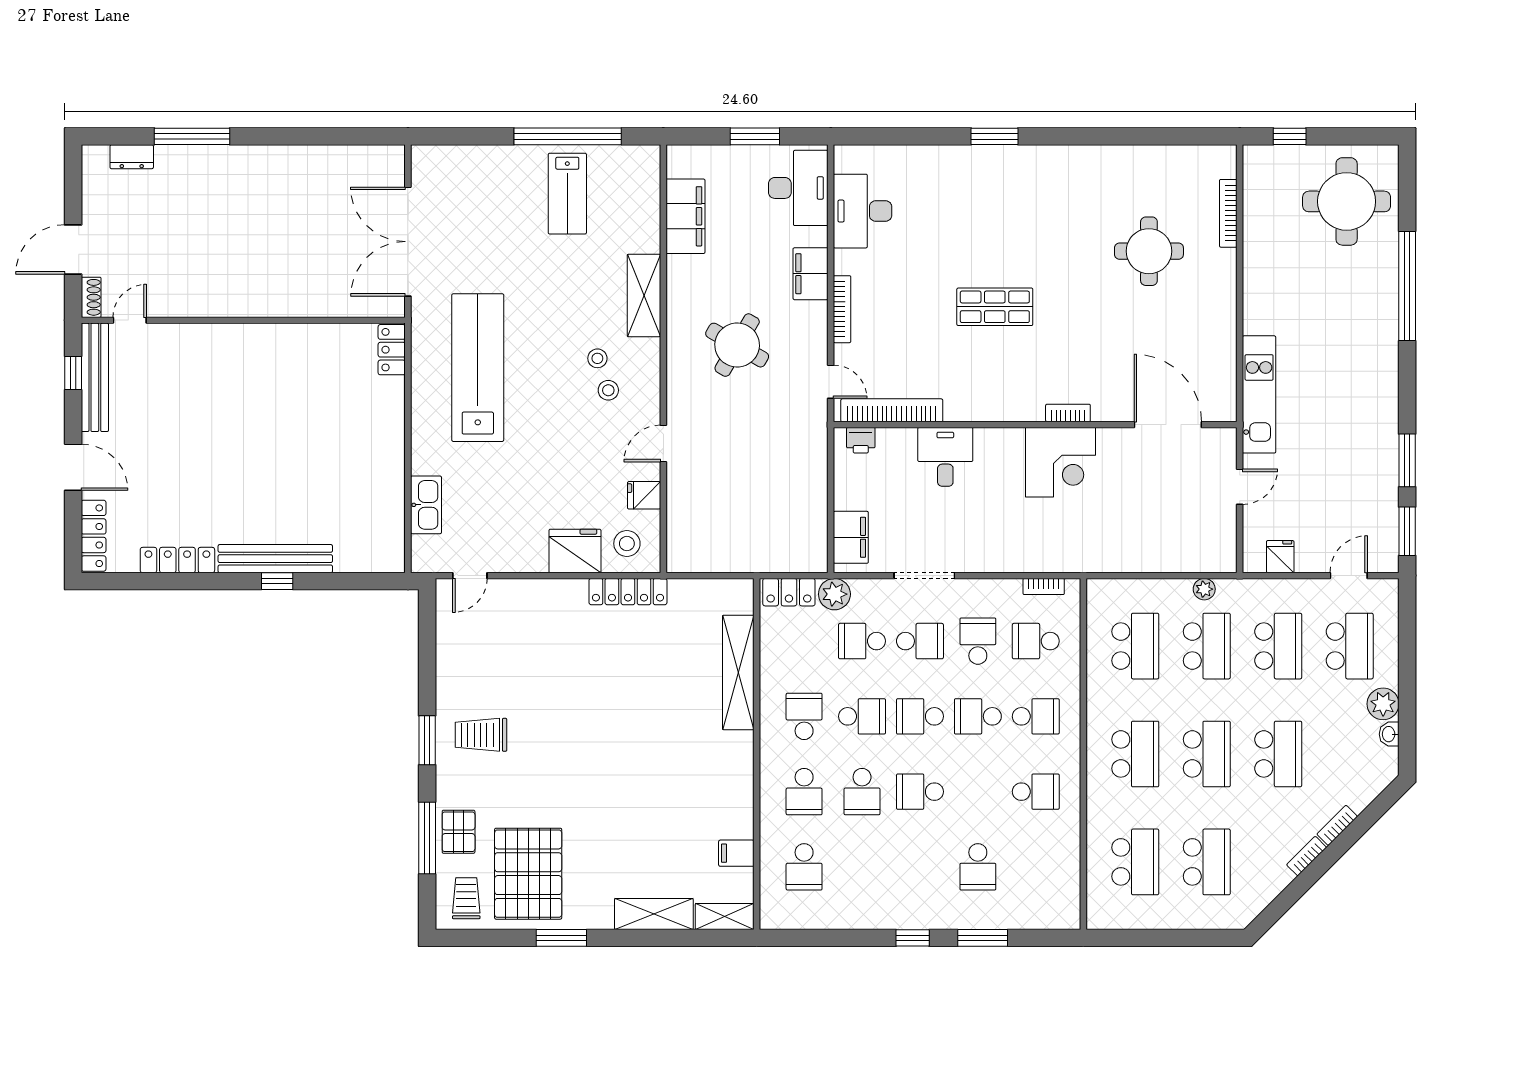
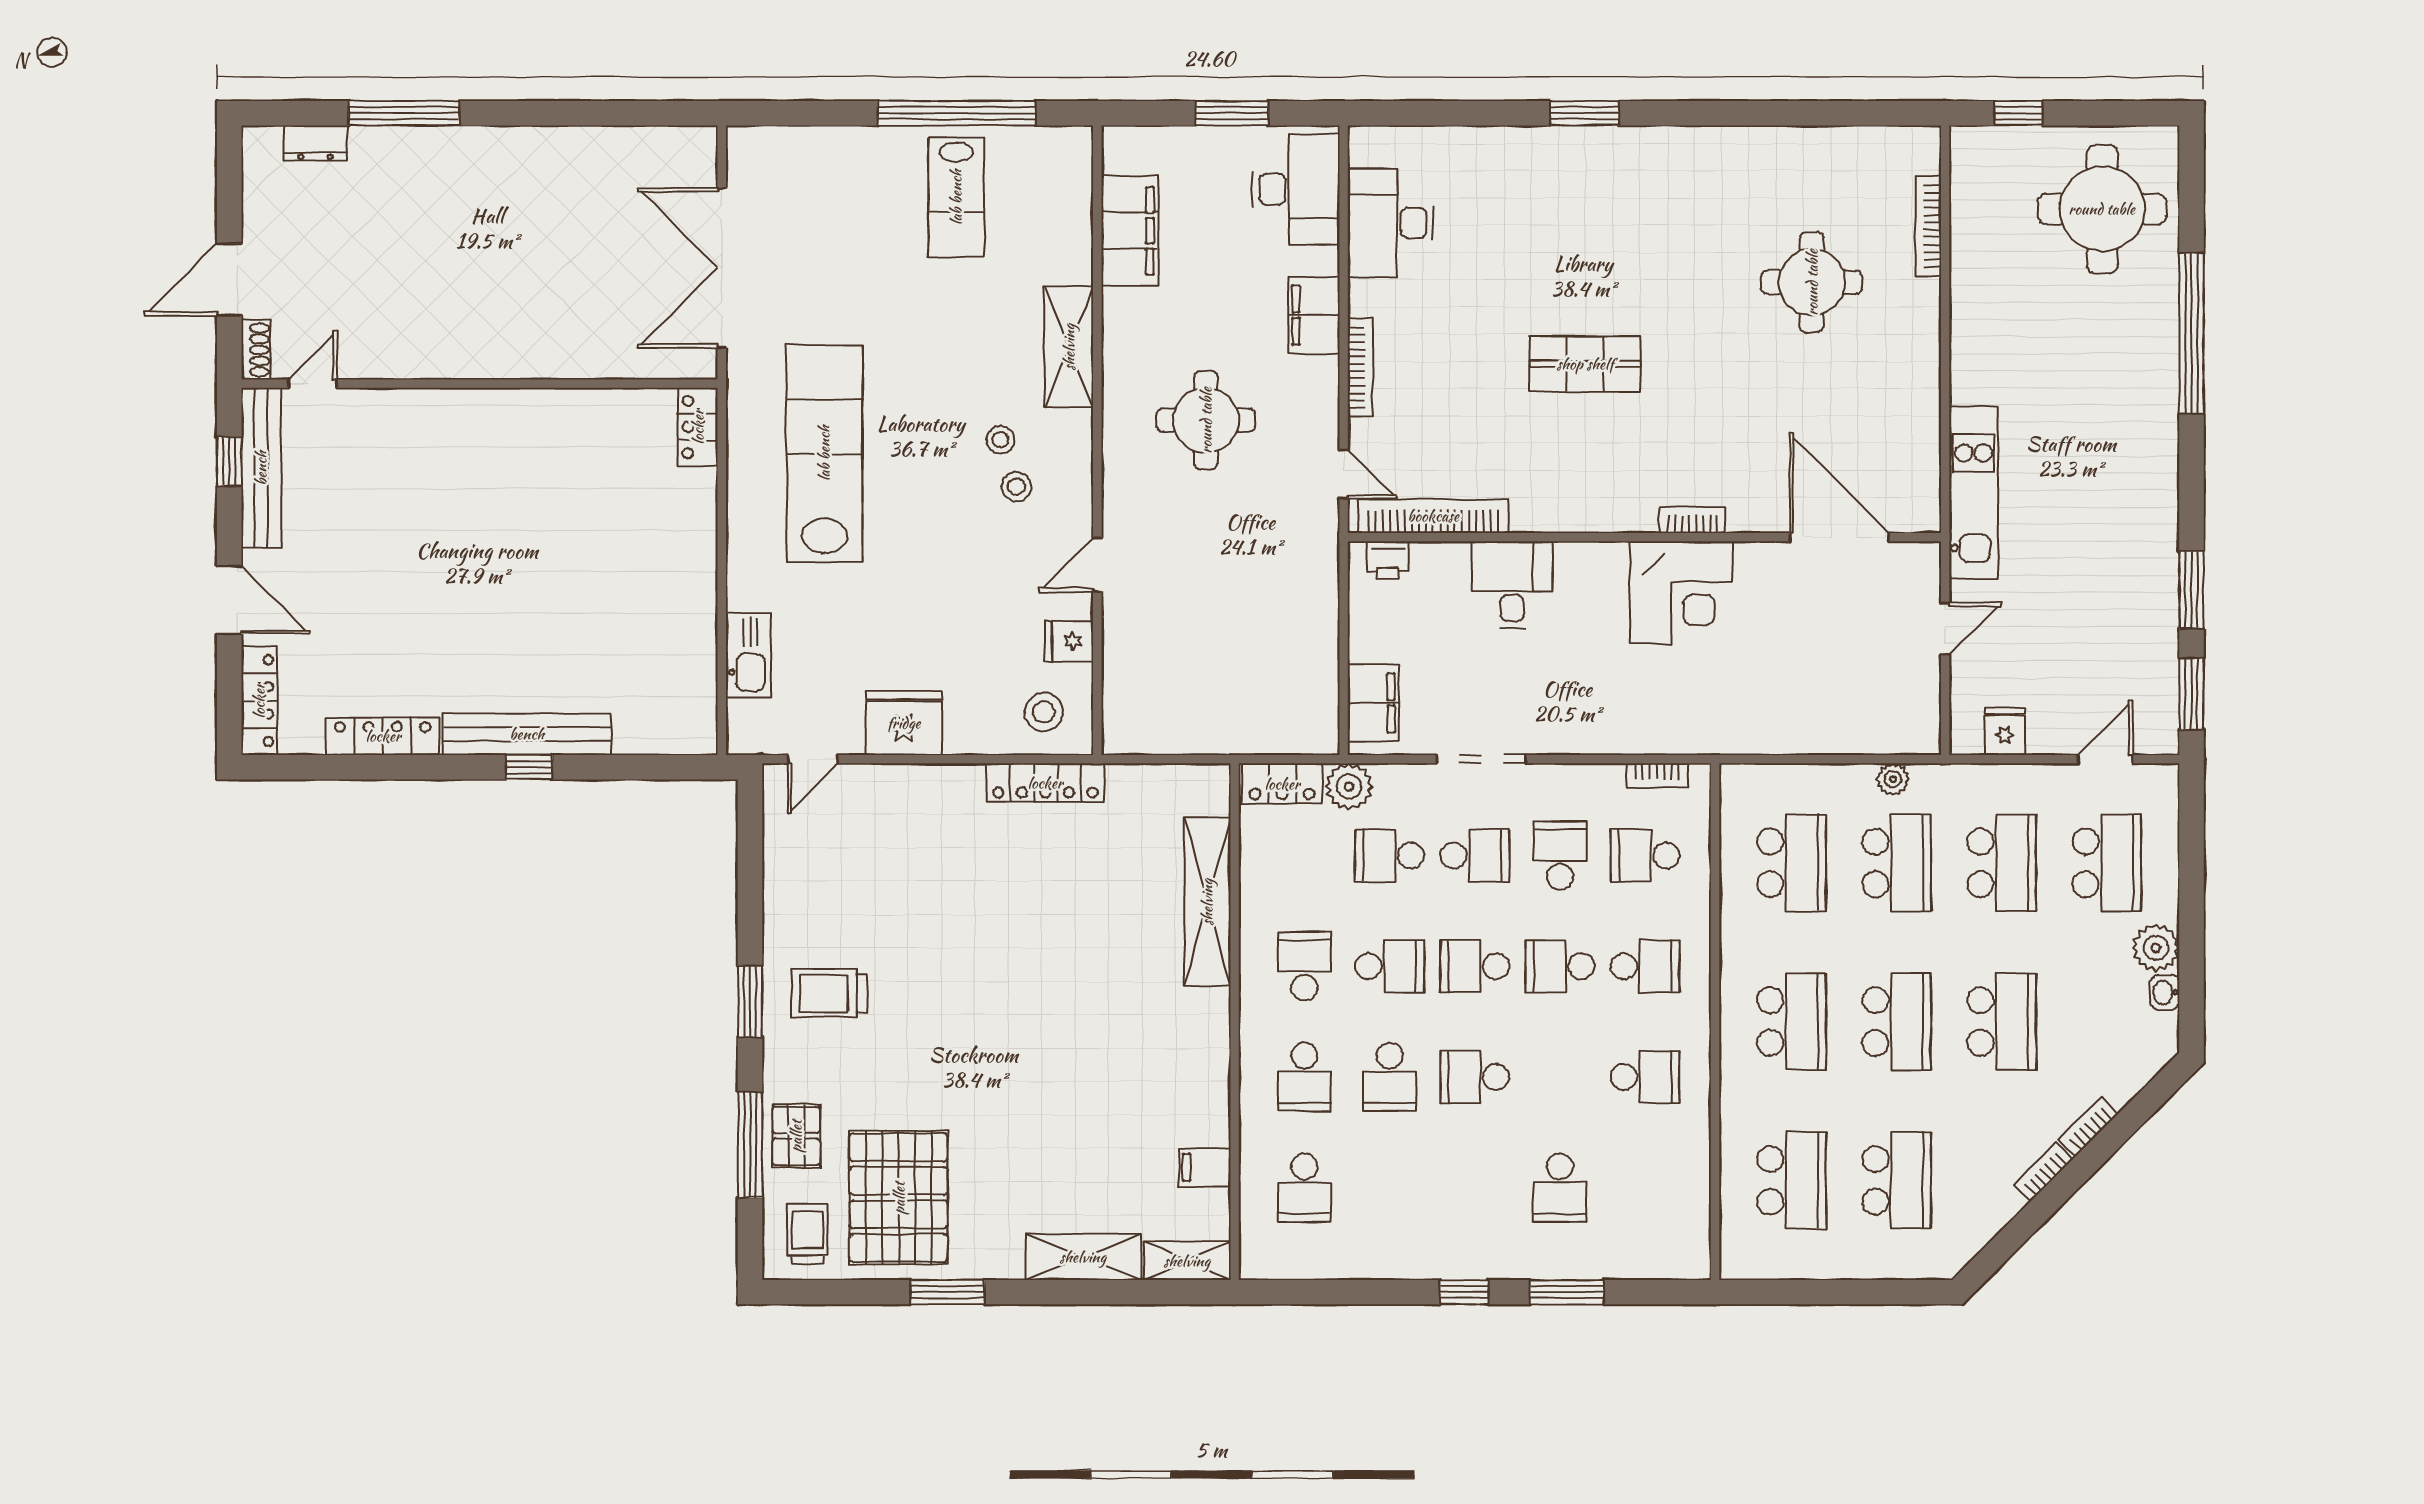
round table: (737, 345) -> (1206, 420), turned -30
fridge: (575, 551) -> (904, 723), moved

